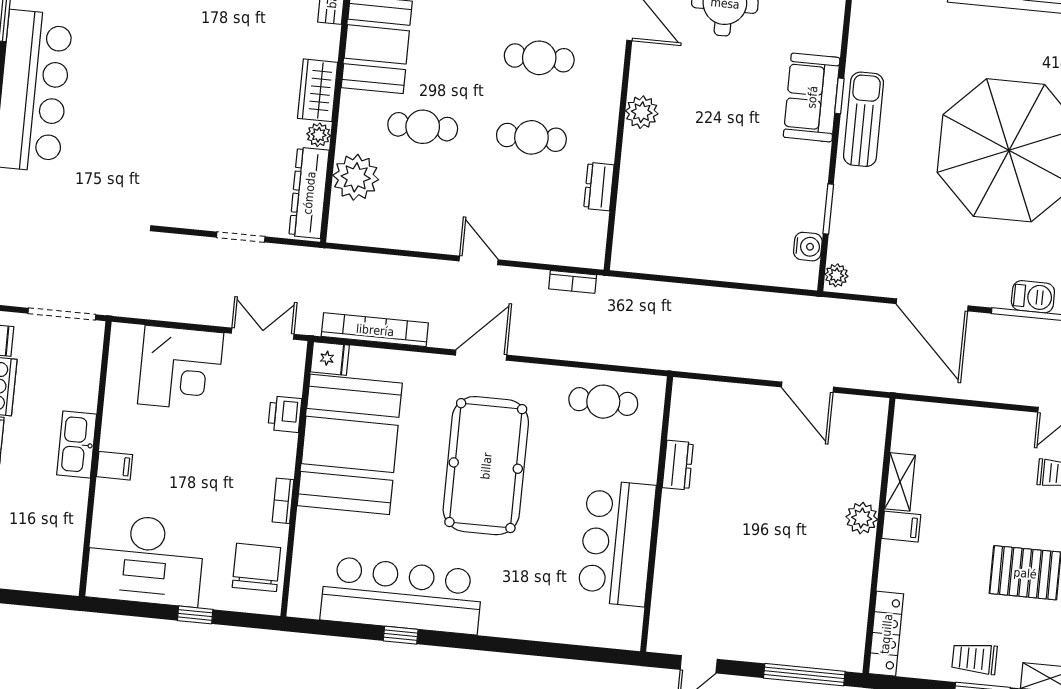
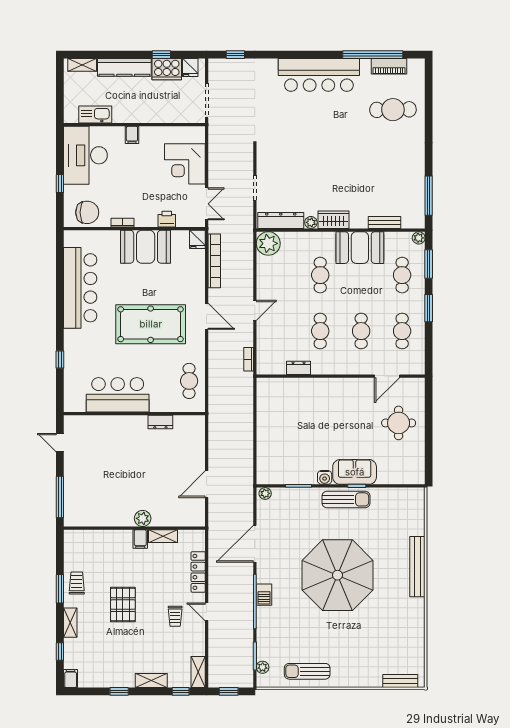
plant: (642, 112) -> (339, 386), removed
plant: (356, 177) -> (268, 243), moved
water cooler: (808, 247) -> (325, 477), moved
booth: (350, 444) -> (146, 247), width x0.73, depth x0.70
kitchen sink: (77, 445) -> (95, 115), moved
locker: (886, 634) -> (198, 572), moved, turned 90
window: (401, 635) -> (60, 359), moved

